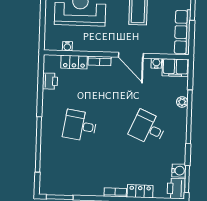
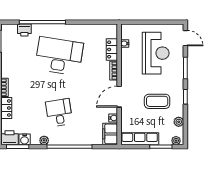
printer: (50, 81) -> (24, 30), moved
plant: (182, 102) -> (44, 140), moved
desk: (80, 126) -> (59, 56), width x1.87, depth x1.30
desk: (148, 128) -> (59, 113), turned -33

